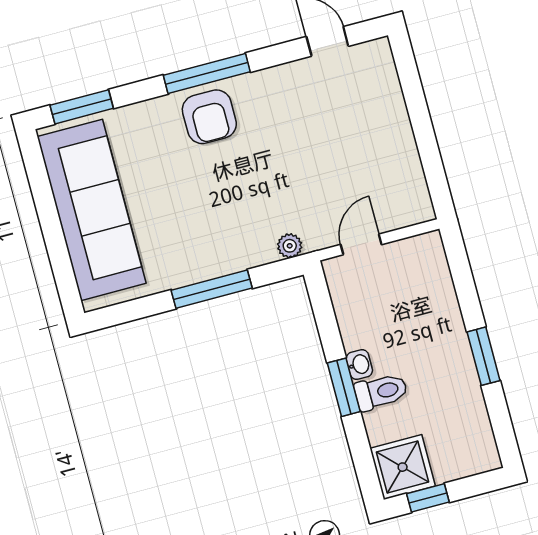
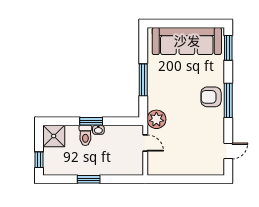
plant: (290, 246) -> (156, 119), width x1.88, depth x1.88
window: (428, 498) -> (39, 160), moved

